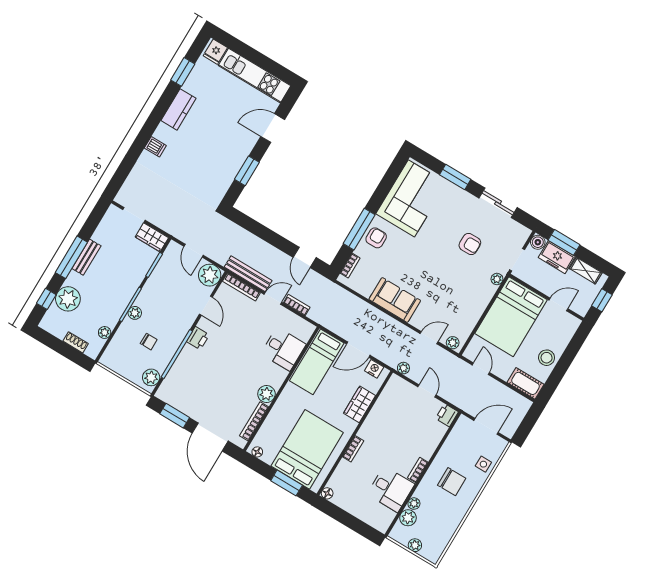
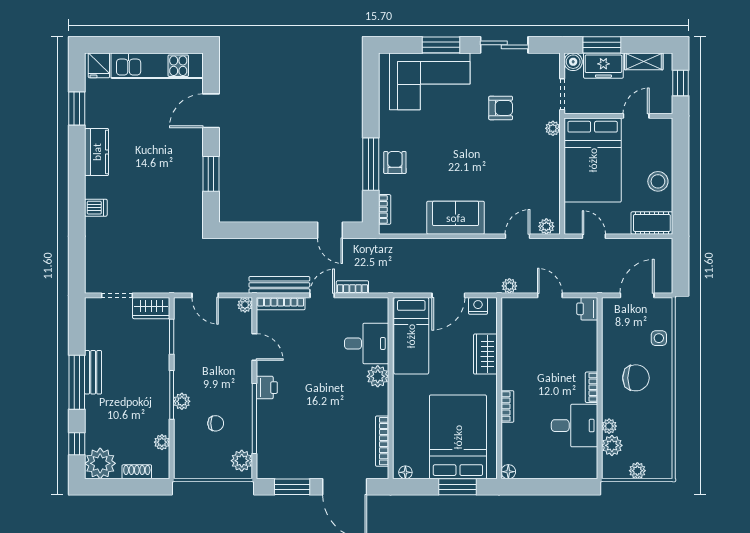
corner sofa: (411, 198) -> (430, 81), moved, turned 90
plant: (210, 275) -> (245, 305), width x0.53, depth x0.53
plant: (68, 299) -> (100, 463), moved
plant: (266, 394) -> (378, 376), moved

